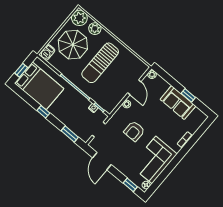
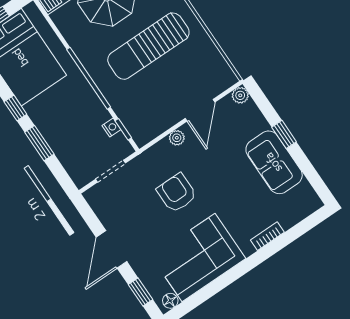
window: (188, 95) -> (284, 134), moved
armchair: (134, 131) -> (177, 193), turned 90
window: (70, 134) -> (39, 143), moved
door: (102, 161) -> (111, 249), moved

